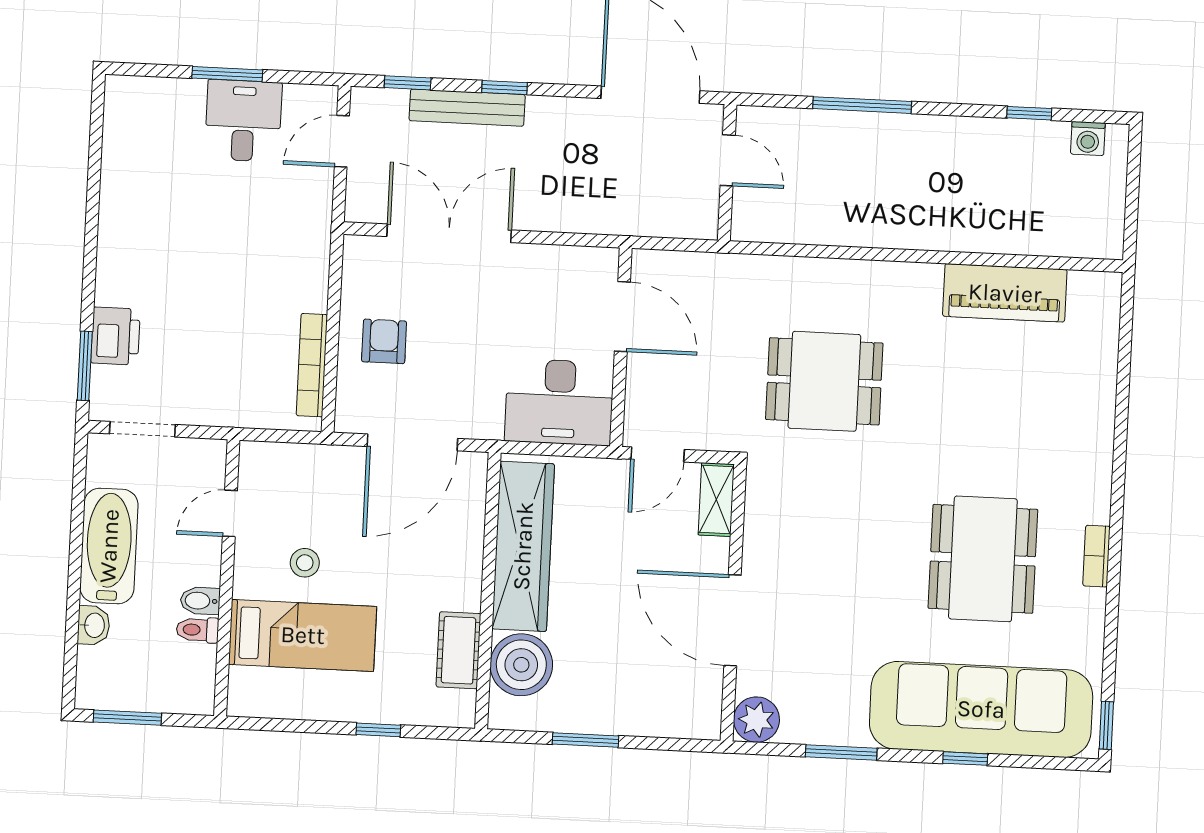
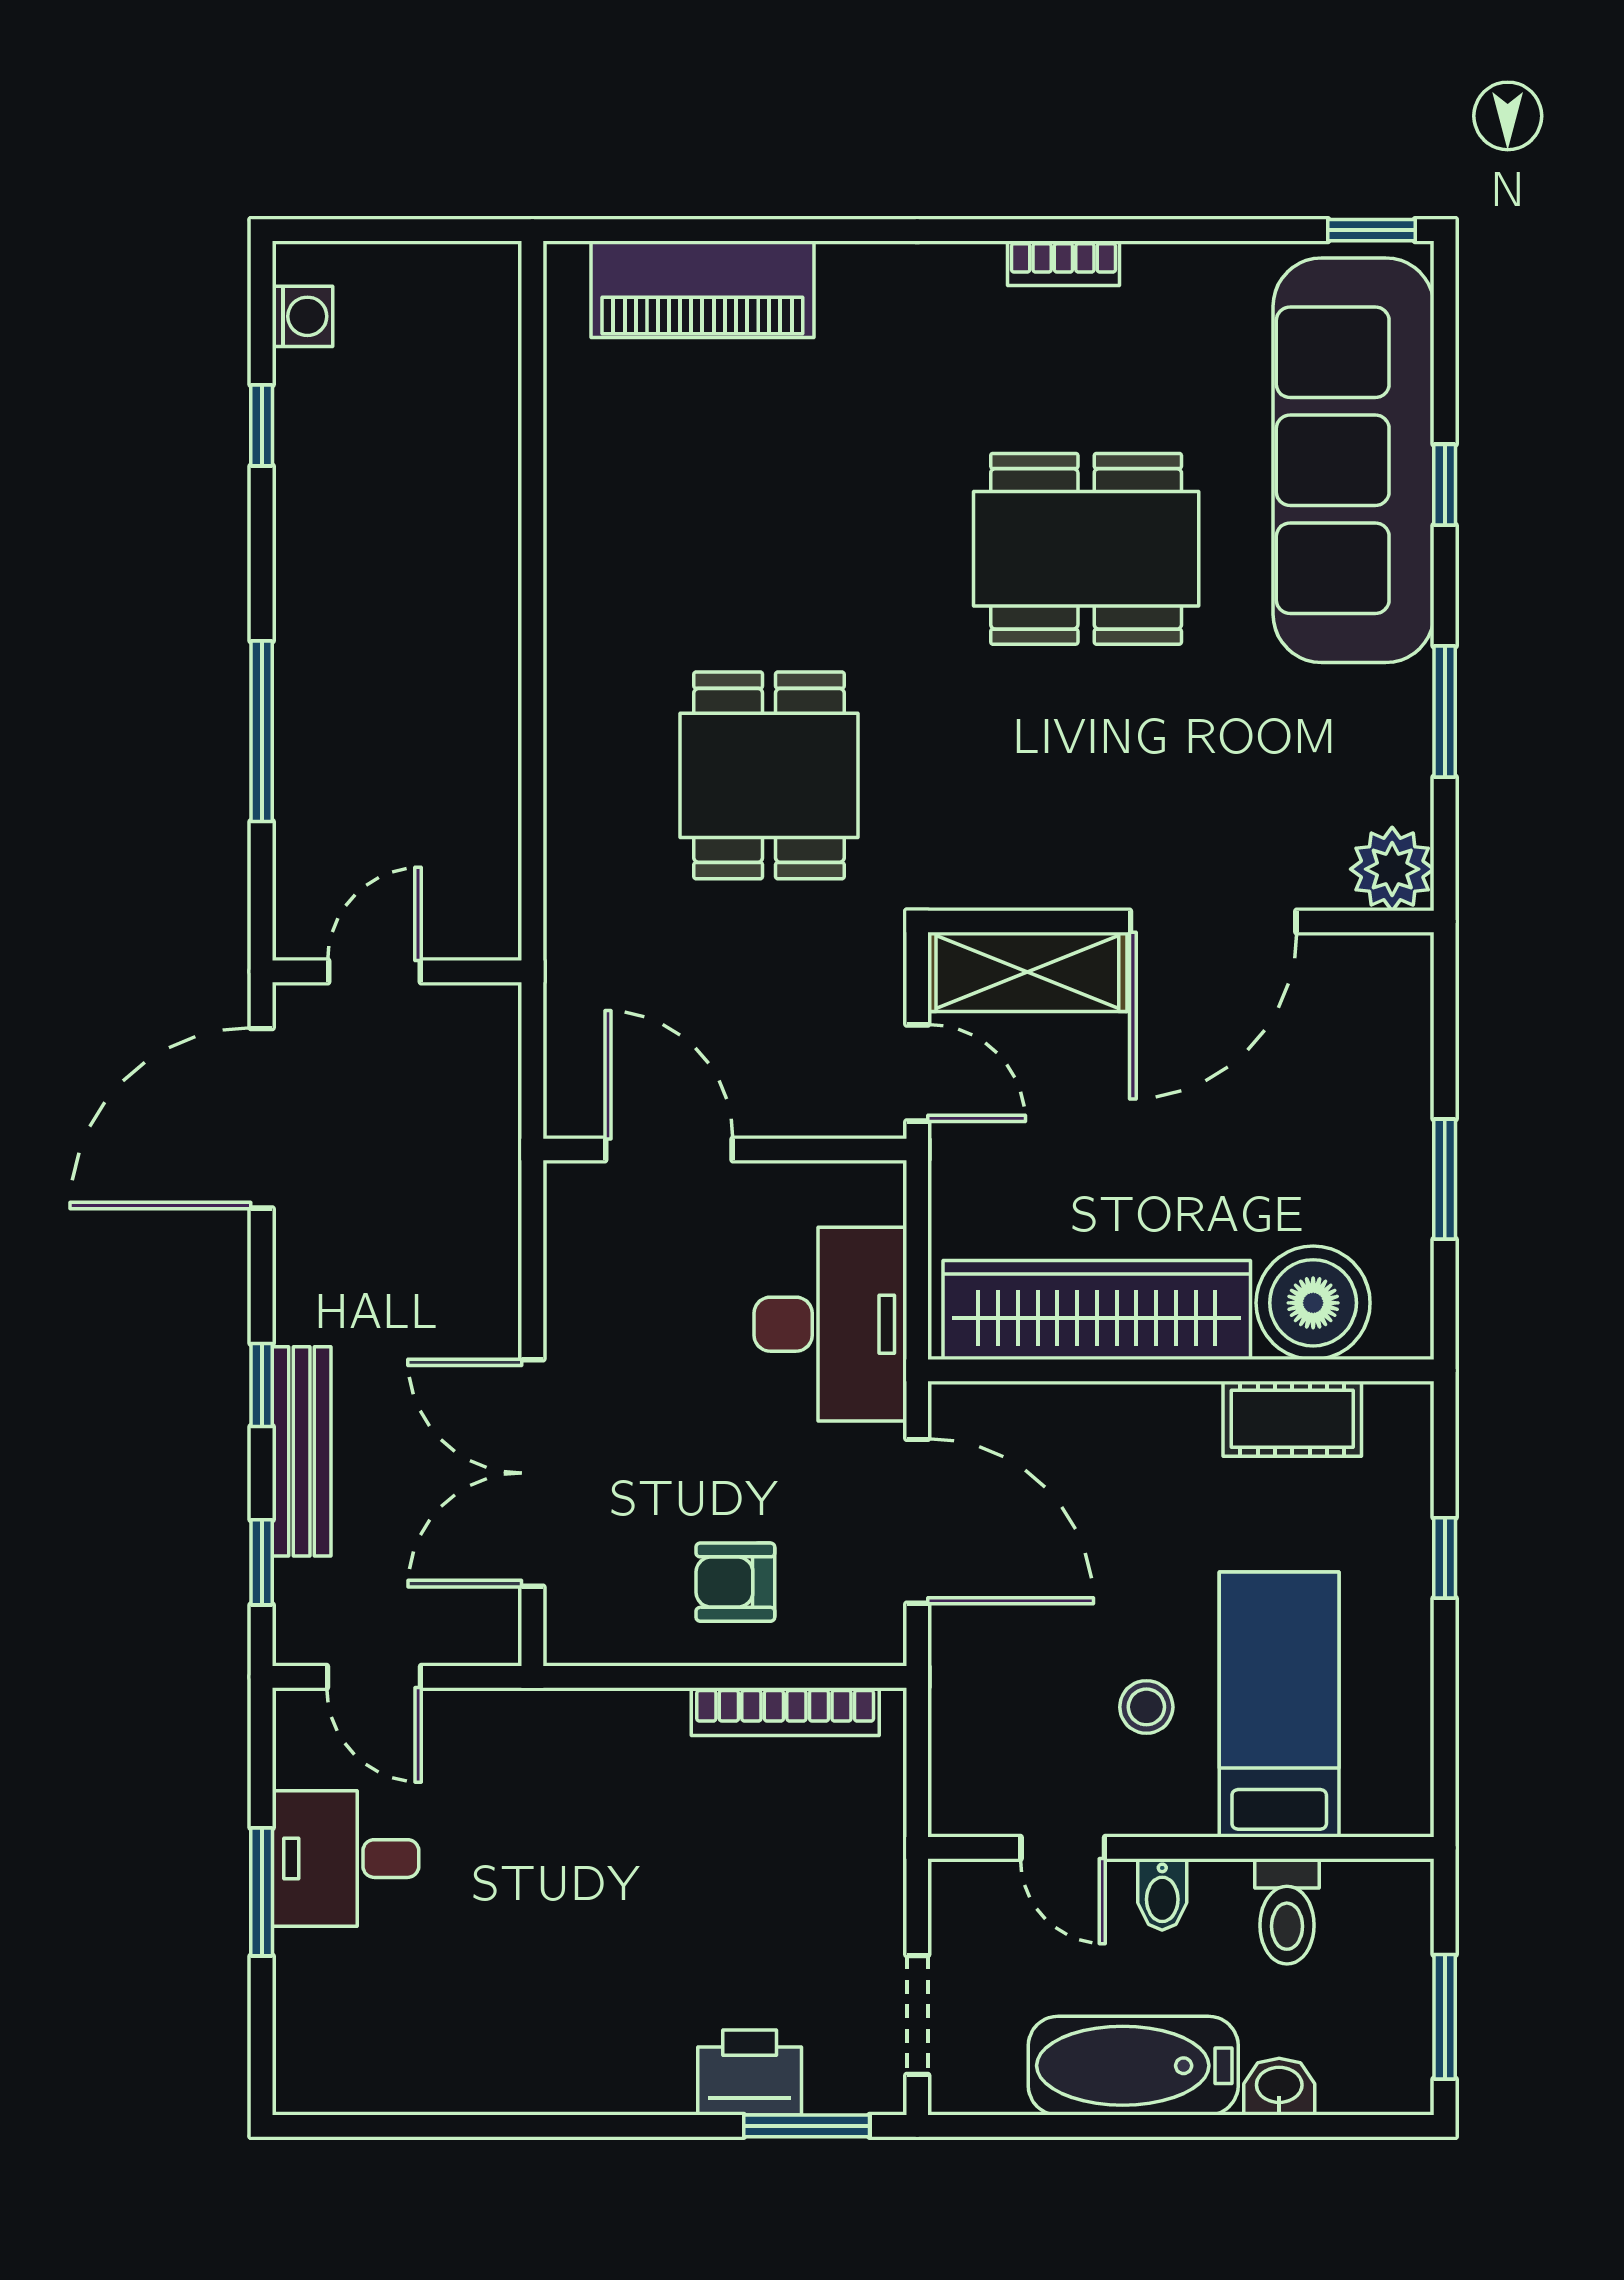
piano: (1005, 293) -> (702, 289), moved, turned 90
door: (622, 317) -> (669, 1150), hinge flipped
desk: (559, 402) -> (830, 1324), moved
shelving: (716, 500) -> (1027, 972), width x1.50, depth x1.33
dining table: (983, 559) -> (1086, 549), moved
bidet: (200, 601) -> (1162, 1894), moved
toilet: (197, 630) -> (1287, 1911), width x1.37, depth x1.39

